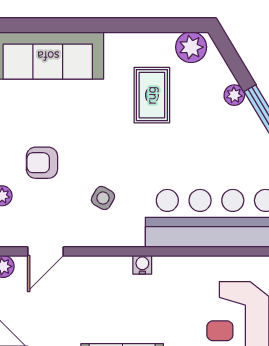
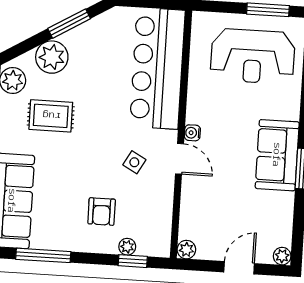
plant: (234, 95) -> (52, 57), width x1.87, depth x1.87
door: (45, 251) -> (179, 159), moved

